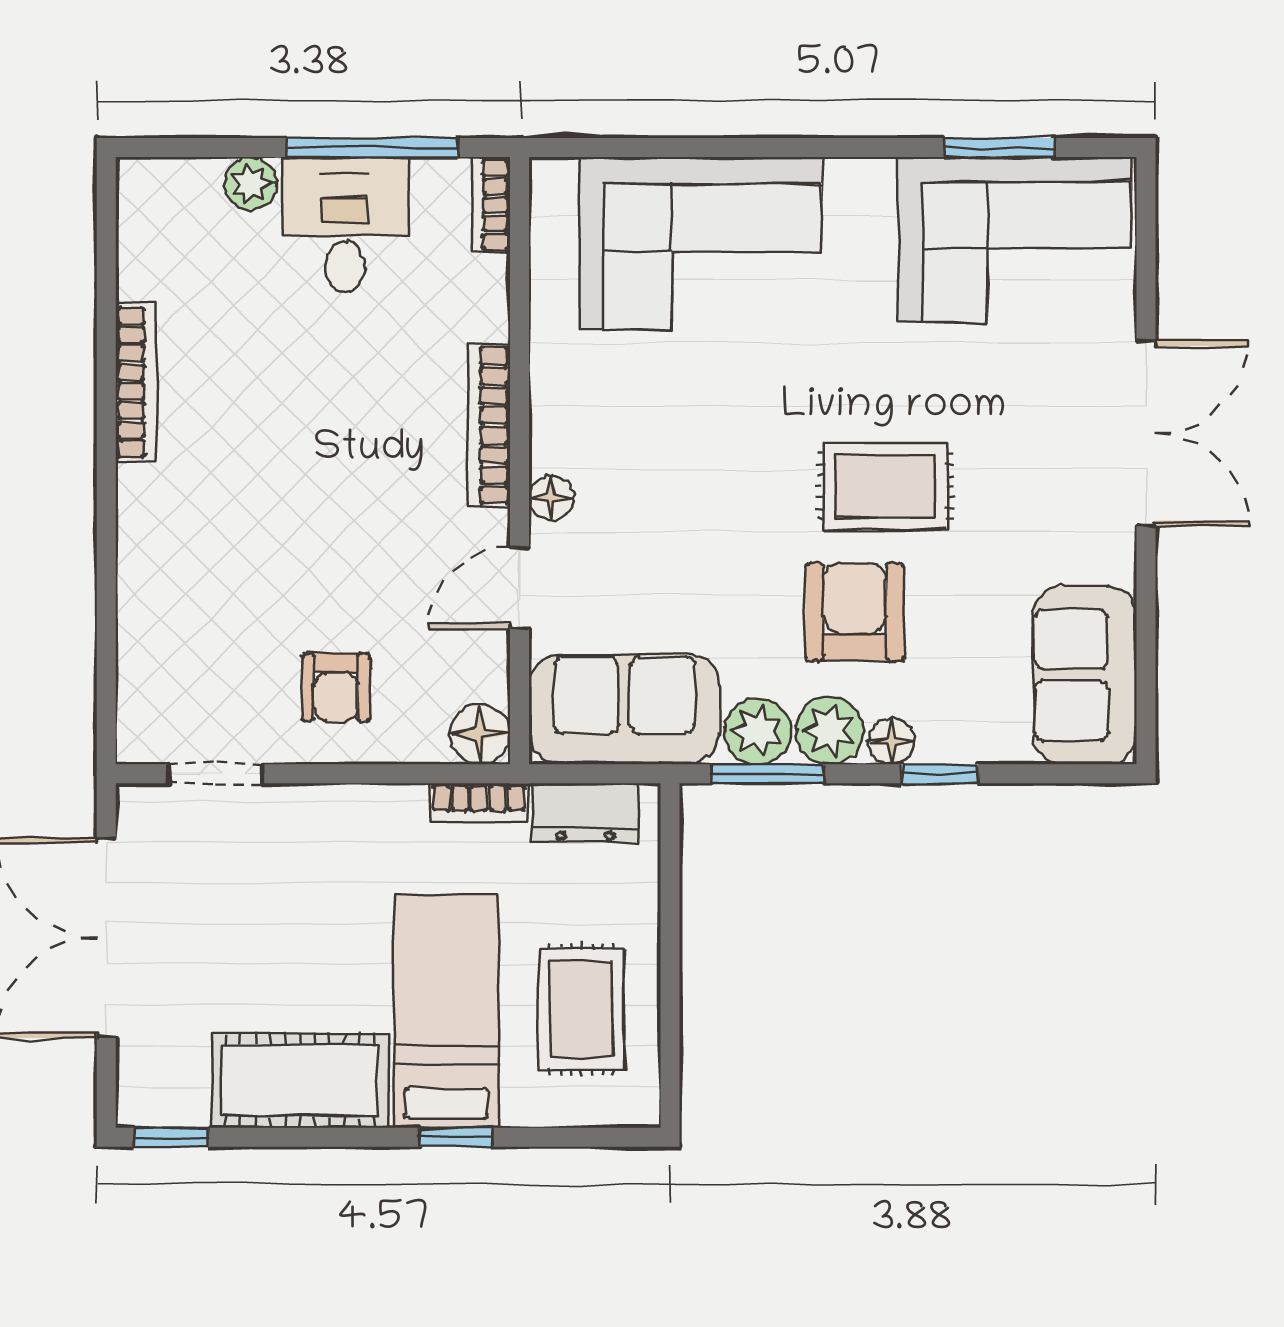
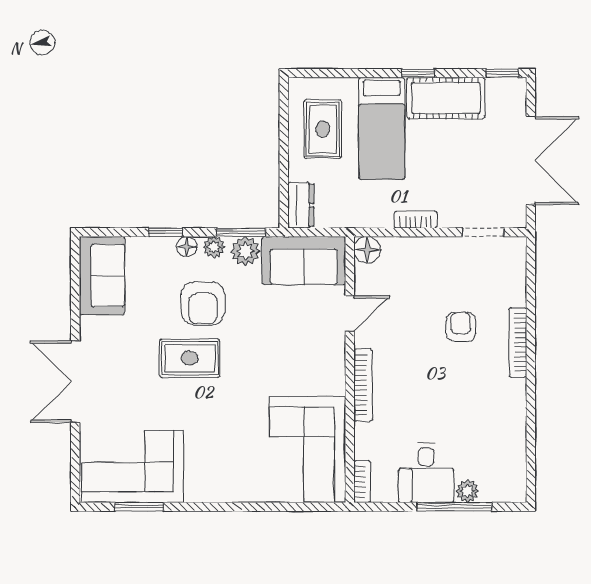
window: (372, 147) -> (454, 507), moved
corner sofa: (701, 243) -> (308, 450), moved, turned -90
bookcase: (136, 382) -> (518, 342), moved
floor lamp: (551, 498) -> (336, 353), removed
armchair: (336, 687) -> (461, 327), moved
plant: (830, 731) -> (214, 247), width x0.73, depth x0.73
bookcase: (479, 803) -> (416, 220), moved
dresser: (585, 813) -> (301, 205), moved, turned 90
window: (456, 1137) -> (418, 73), moved

